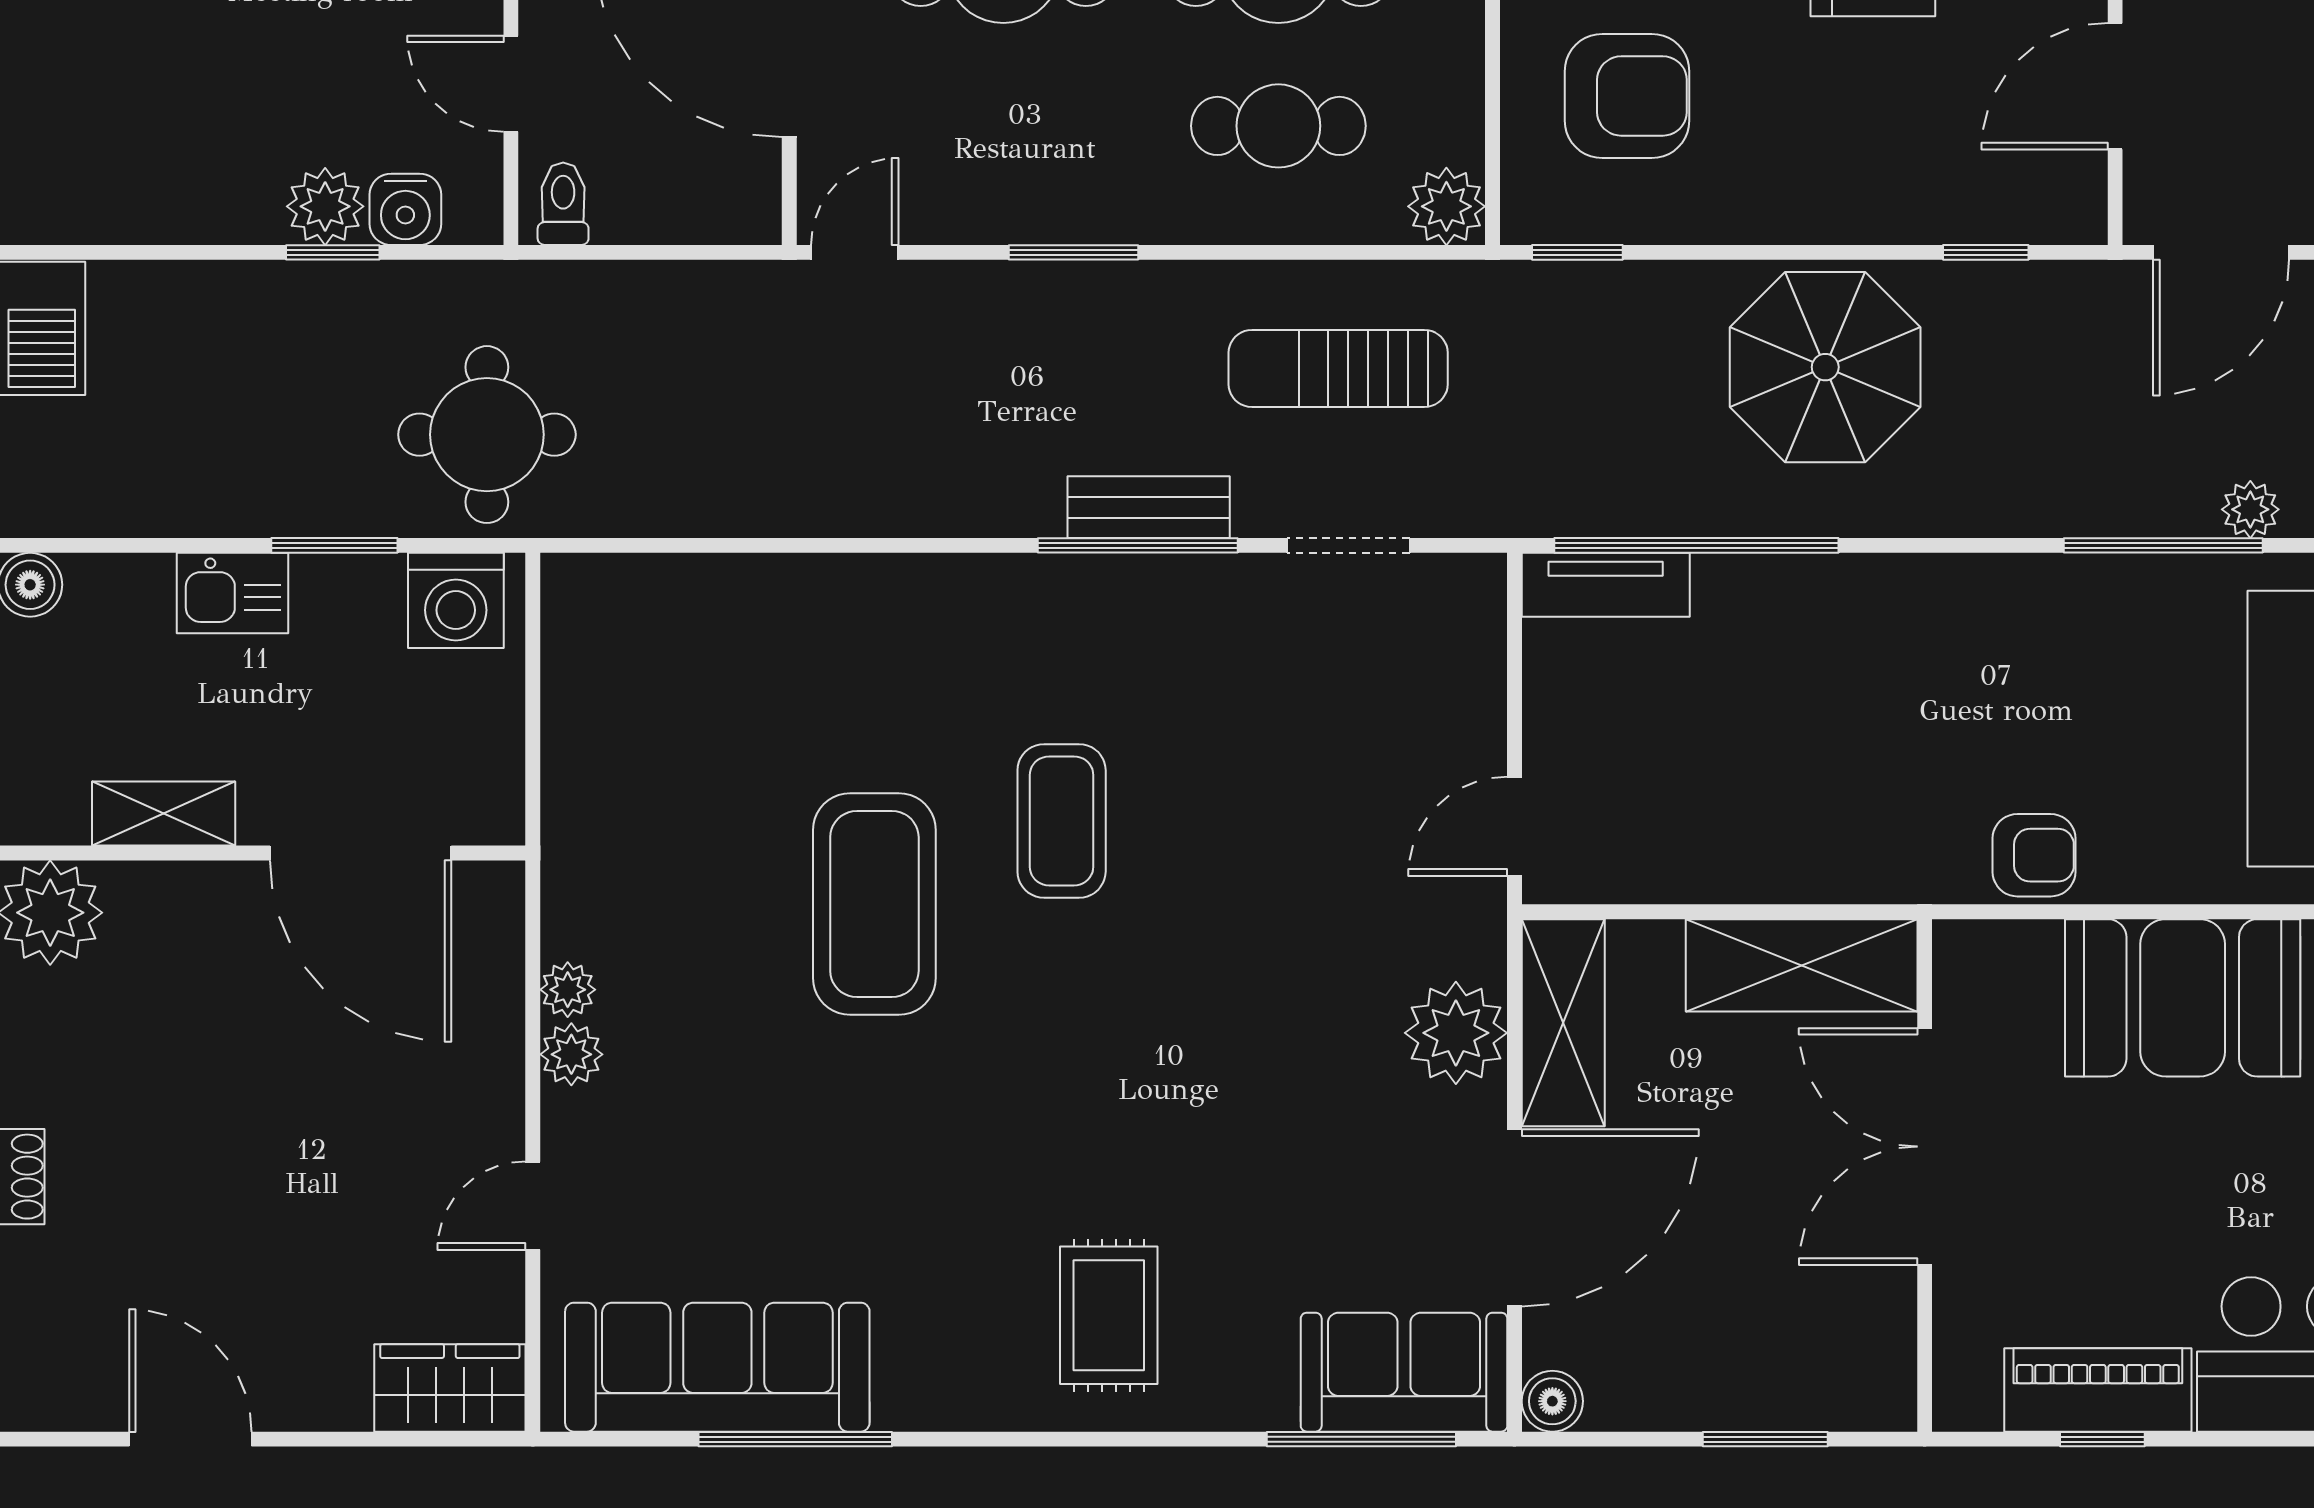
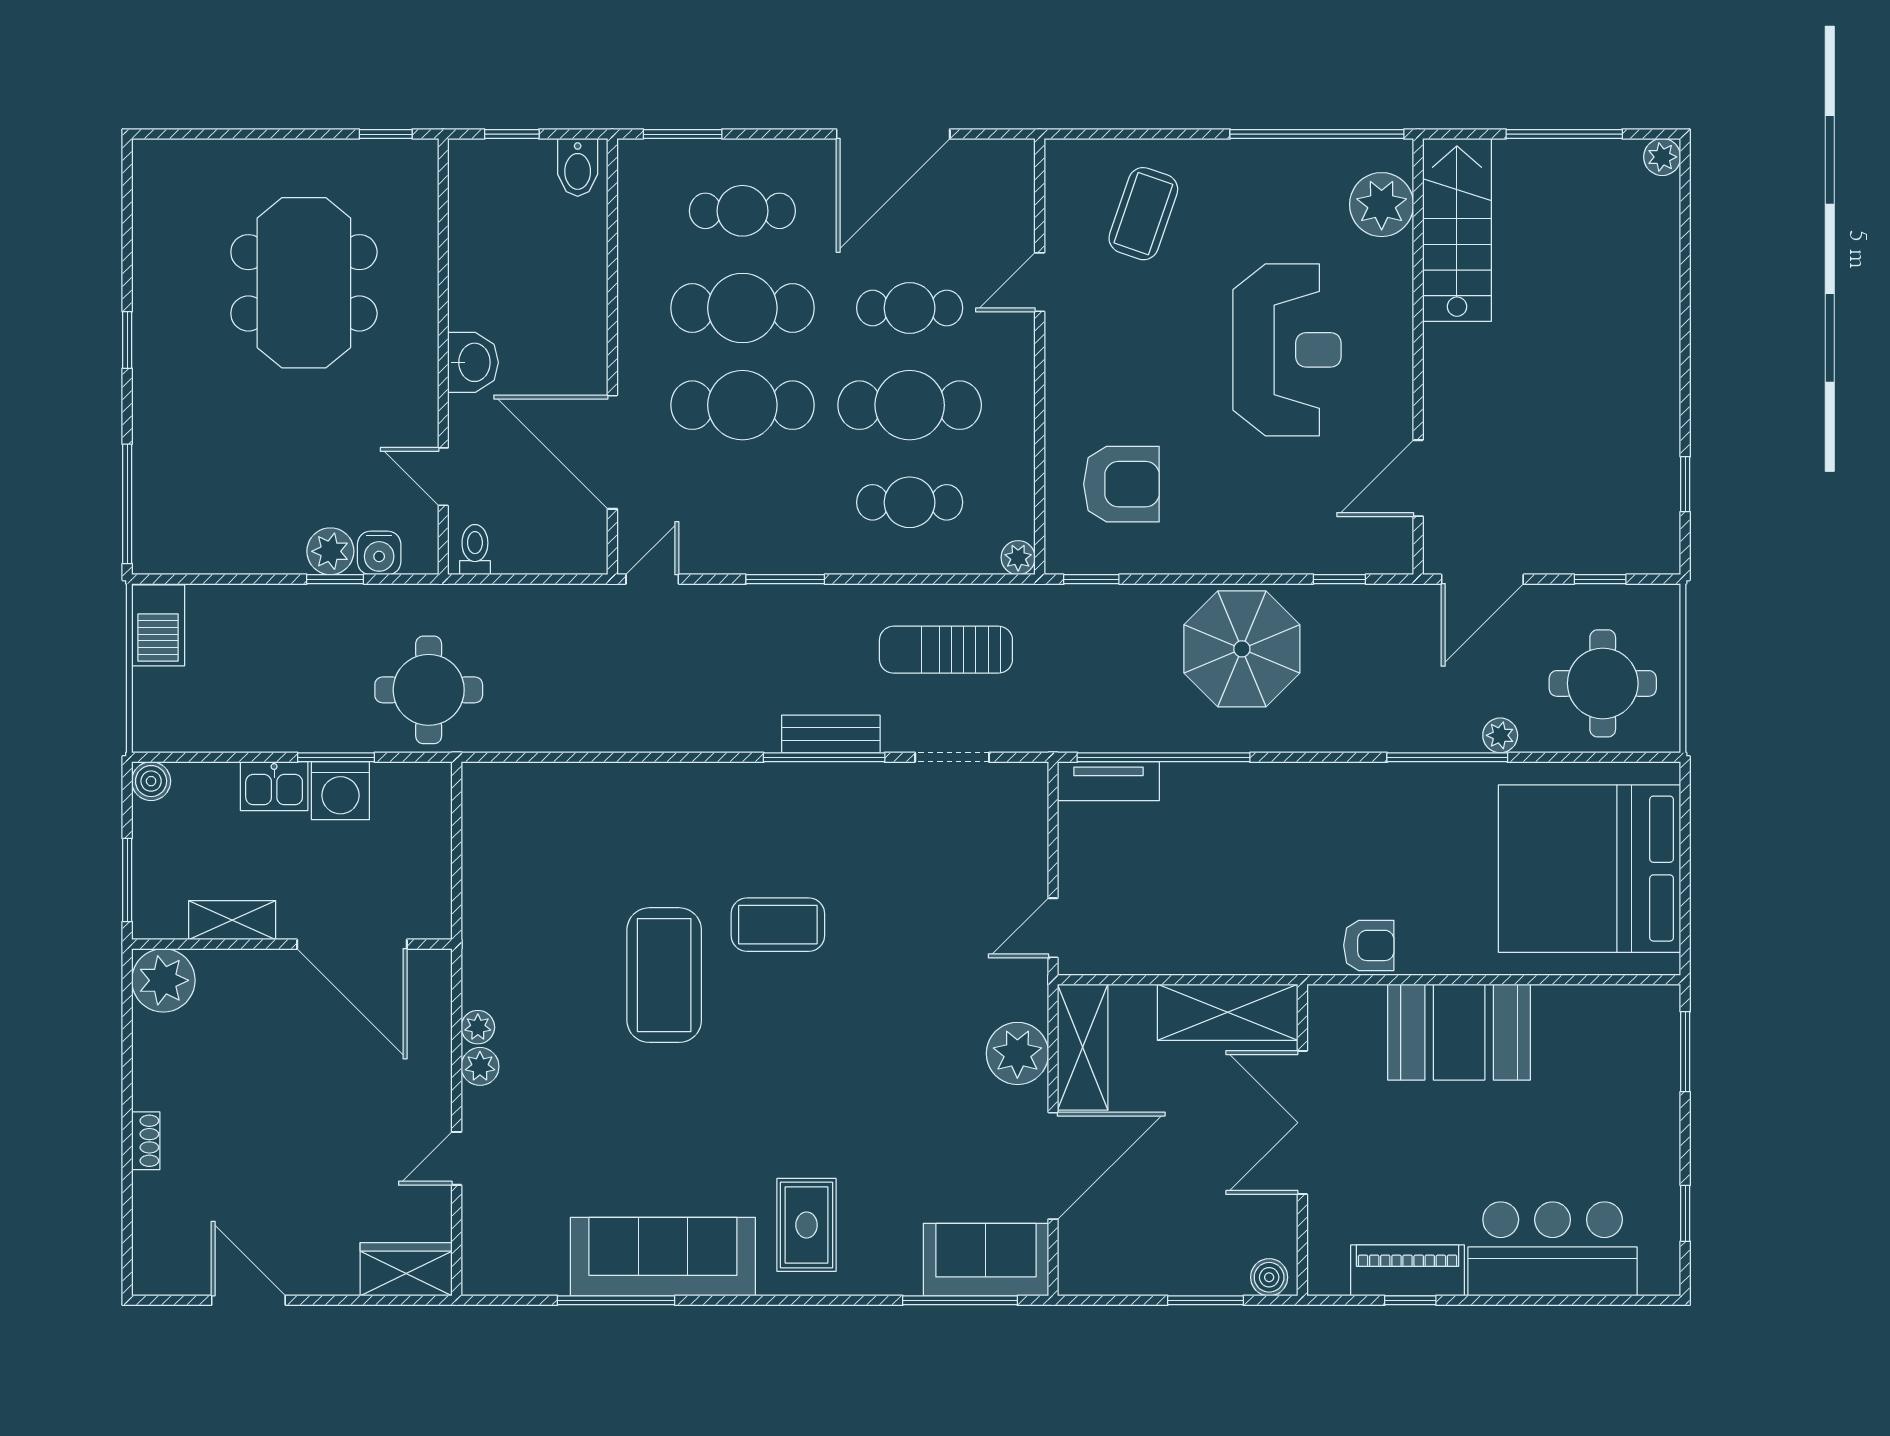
plant: (1446, 206) -> (1018, 558), width x0.73, depth x0.73
washing machine: (456, 600) -> (340, 791), moved
coffee table: (1062, 821) -> (778, 925), turned 90
sofa: (717, 1367) -> (663, 1257), moved
boiler: (1552, 1401) -> (1269, 1277), moved

